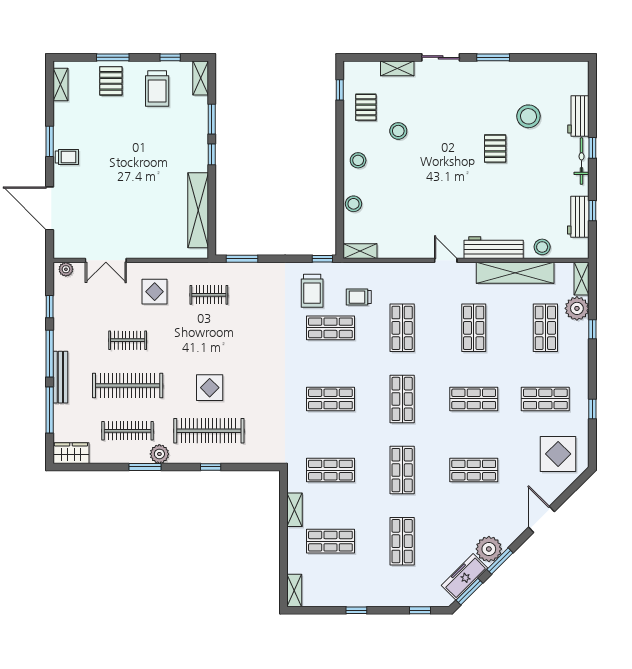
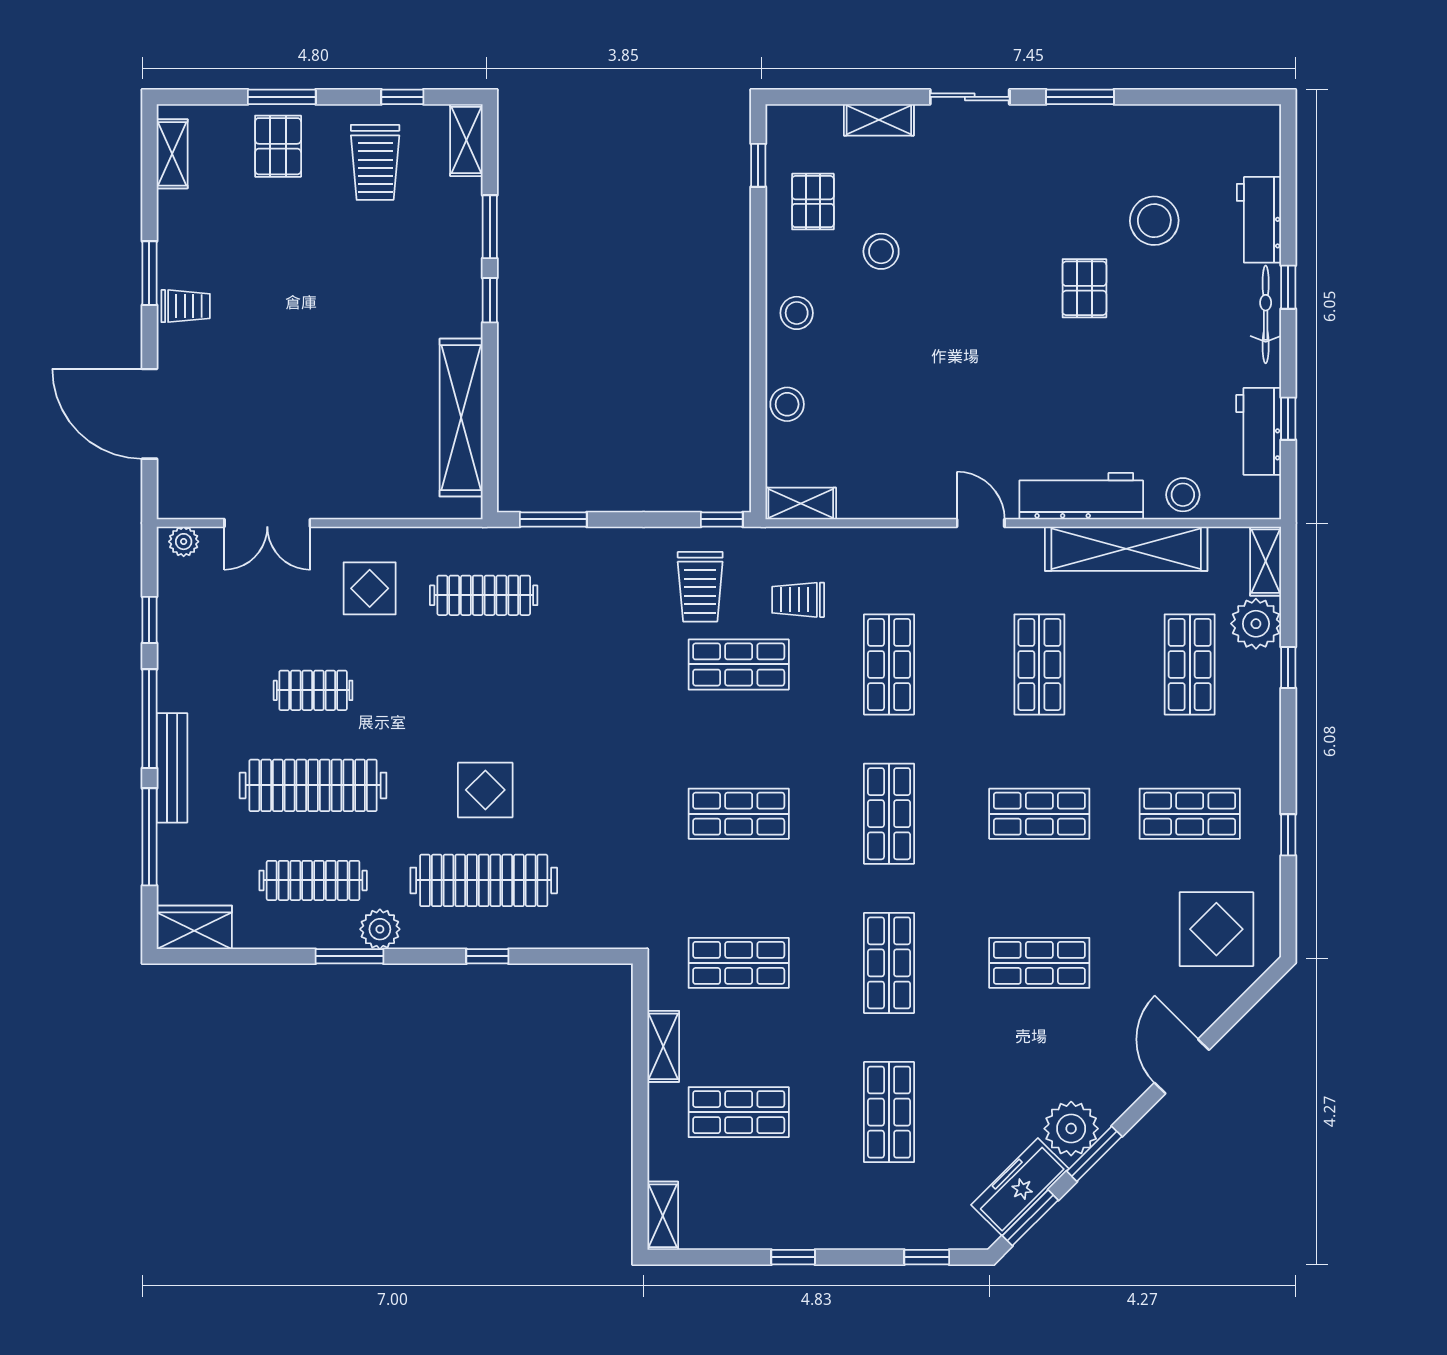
clothes rail: (209, 295) -> (484, 595), width x1.36

